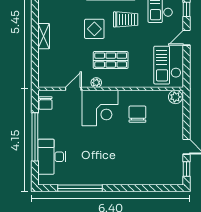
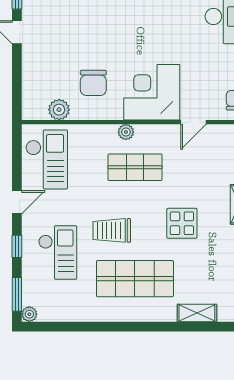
display table: (94, 29) -> (182, 223), moved
plant: (96, 83) -> (126, 132), moved
plant: (175, 97) -> (59, 110), moved

